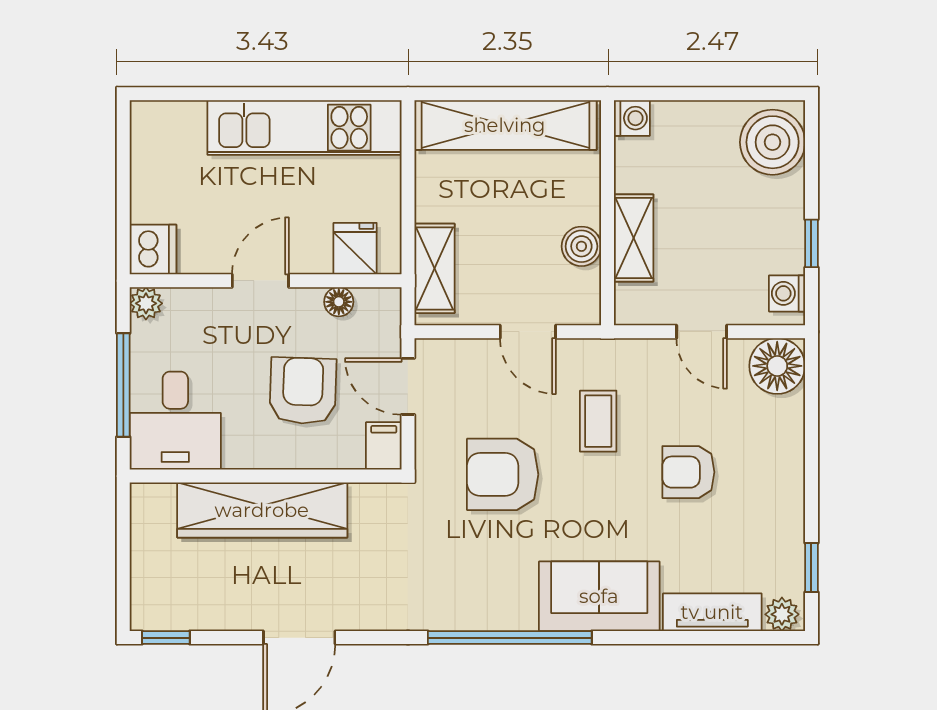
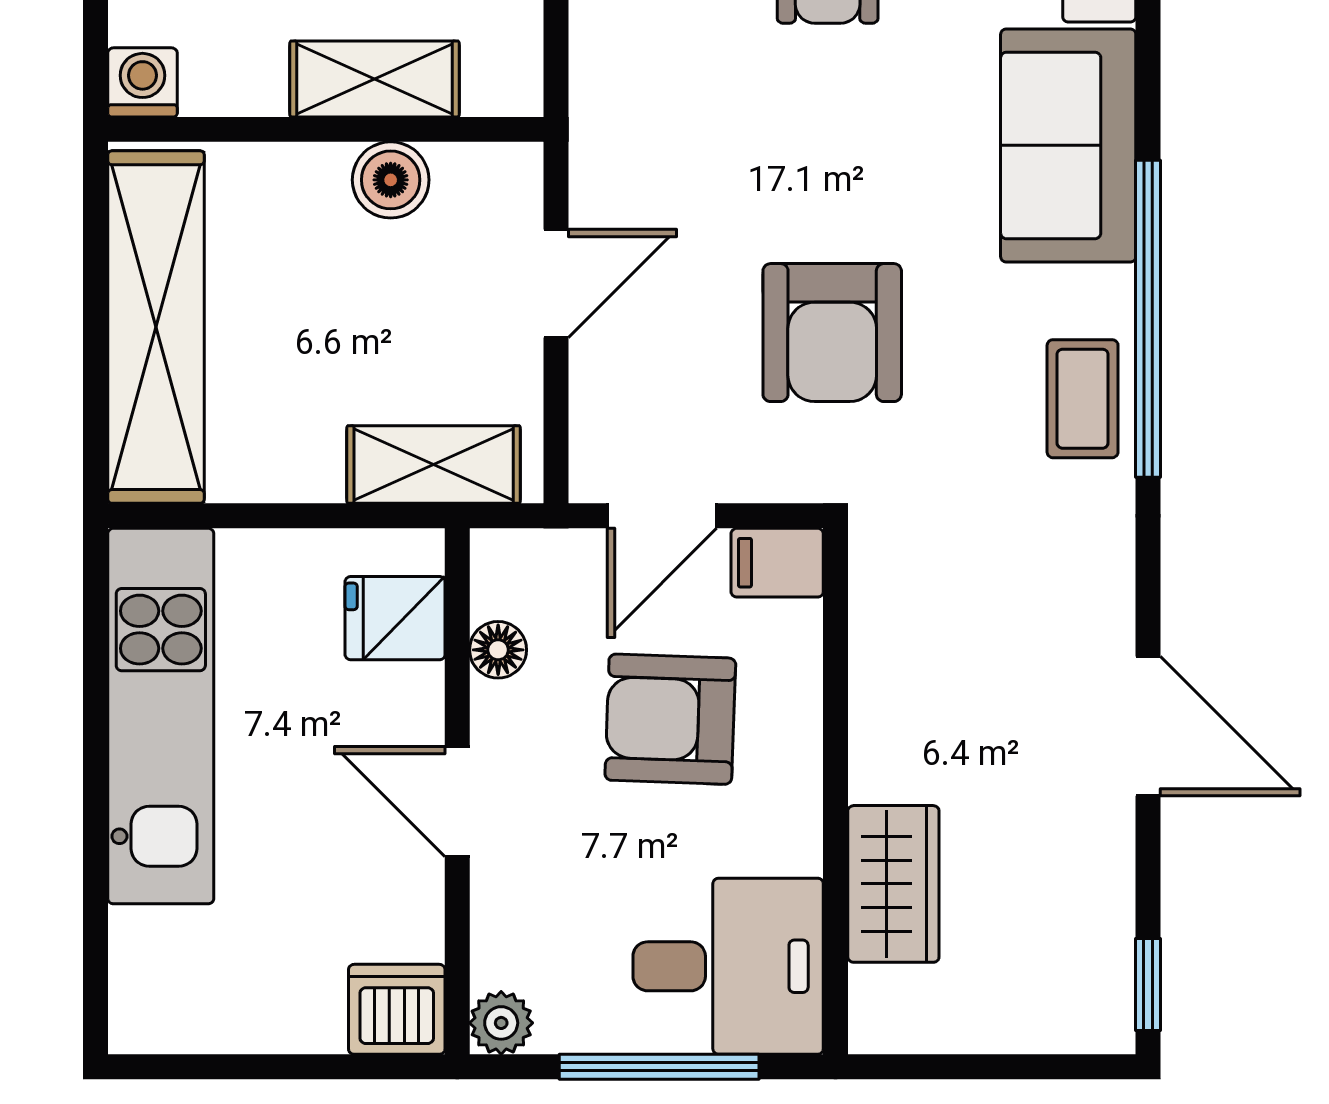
coffee table: (598, 421) -> (1083, 399), moved, turned 90
wardrobe: (262, 510) -> (893, 884), width x0.48, depth x0.85

